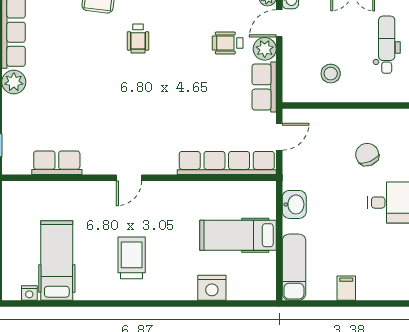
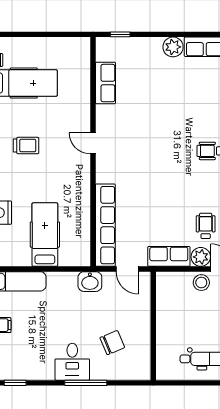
stool: (331, 74) -> (201, 283), moved
washbasin: (294, 204) -> (90, 282), moved
trolley: (132, 258) -> (26, 146), width x0.73, depth x0.72

